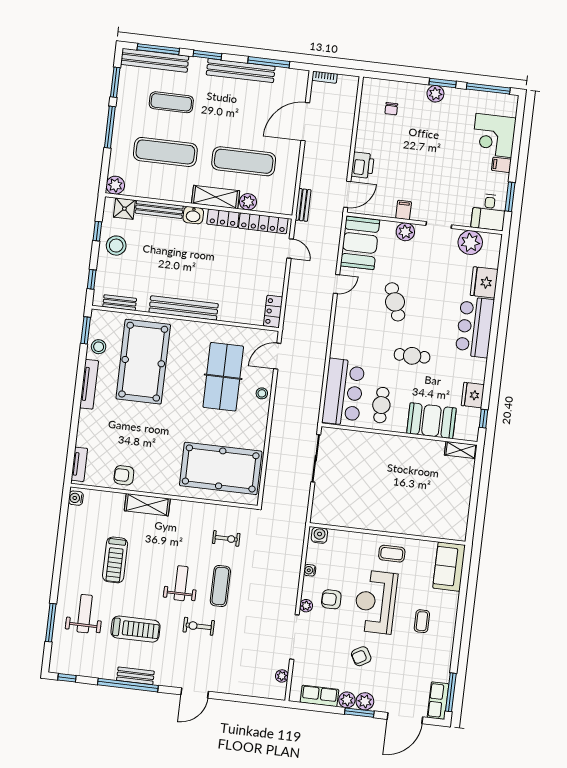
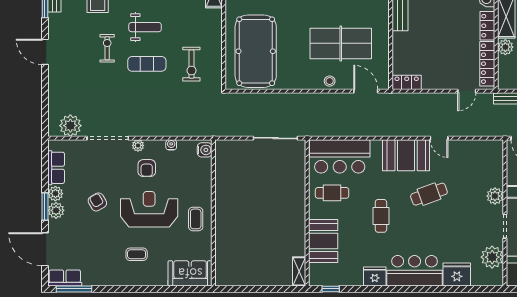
booth: (360, 243) -> (406, 155), moved
fridge: (473, 395) -> (375, 276), moved
exercise bike: (226, 538) -> (191, 64), width x1.38, depth x1.39
armchair: (331, 599) -> (147, 168), turned 180
plant: (282, 676) -> (70, 126), width x1.87, depth x1.87

